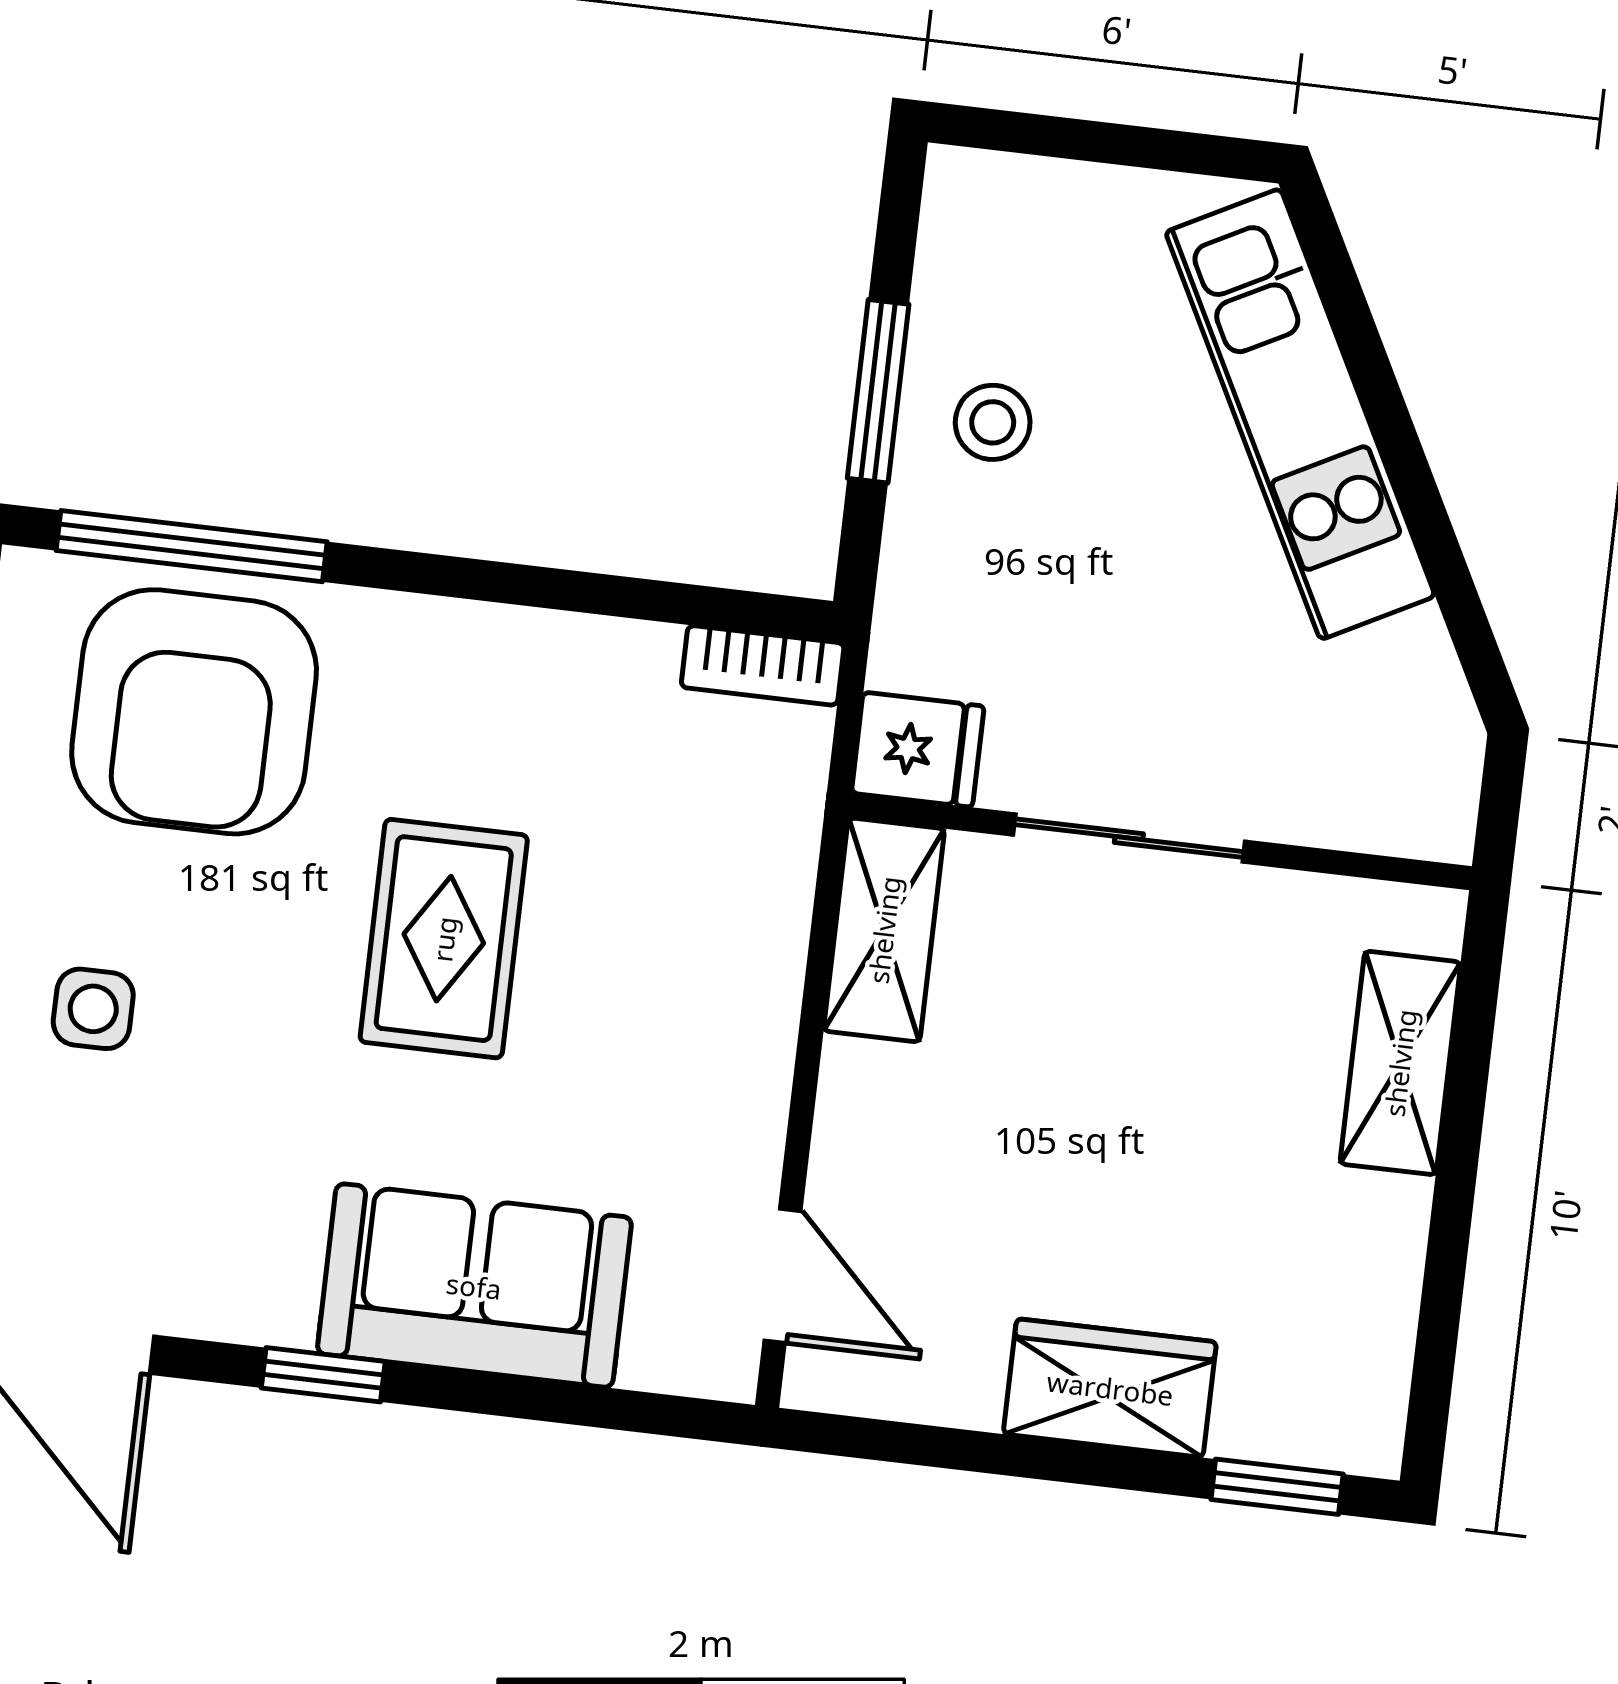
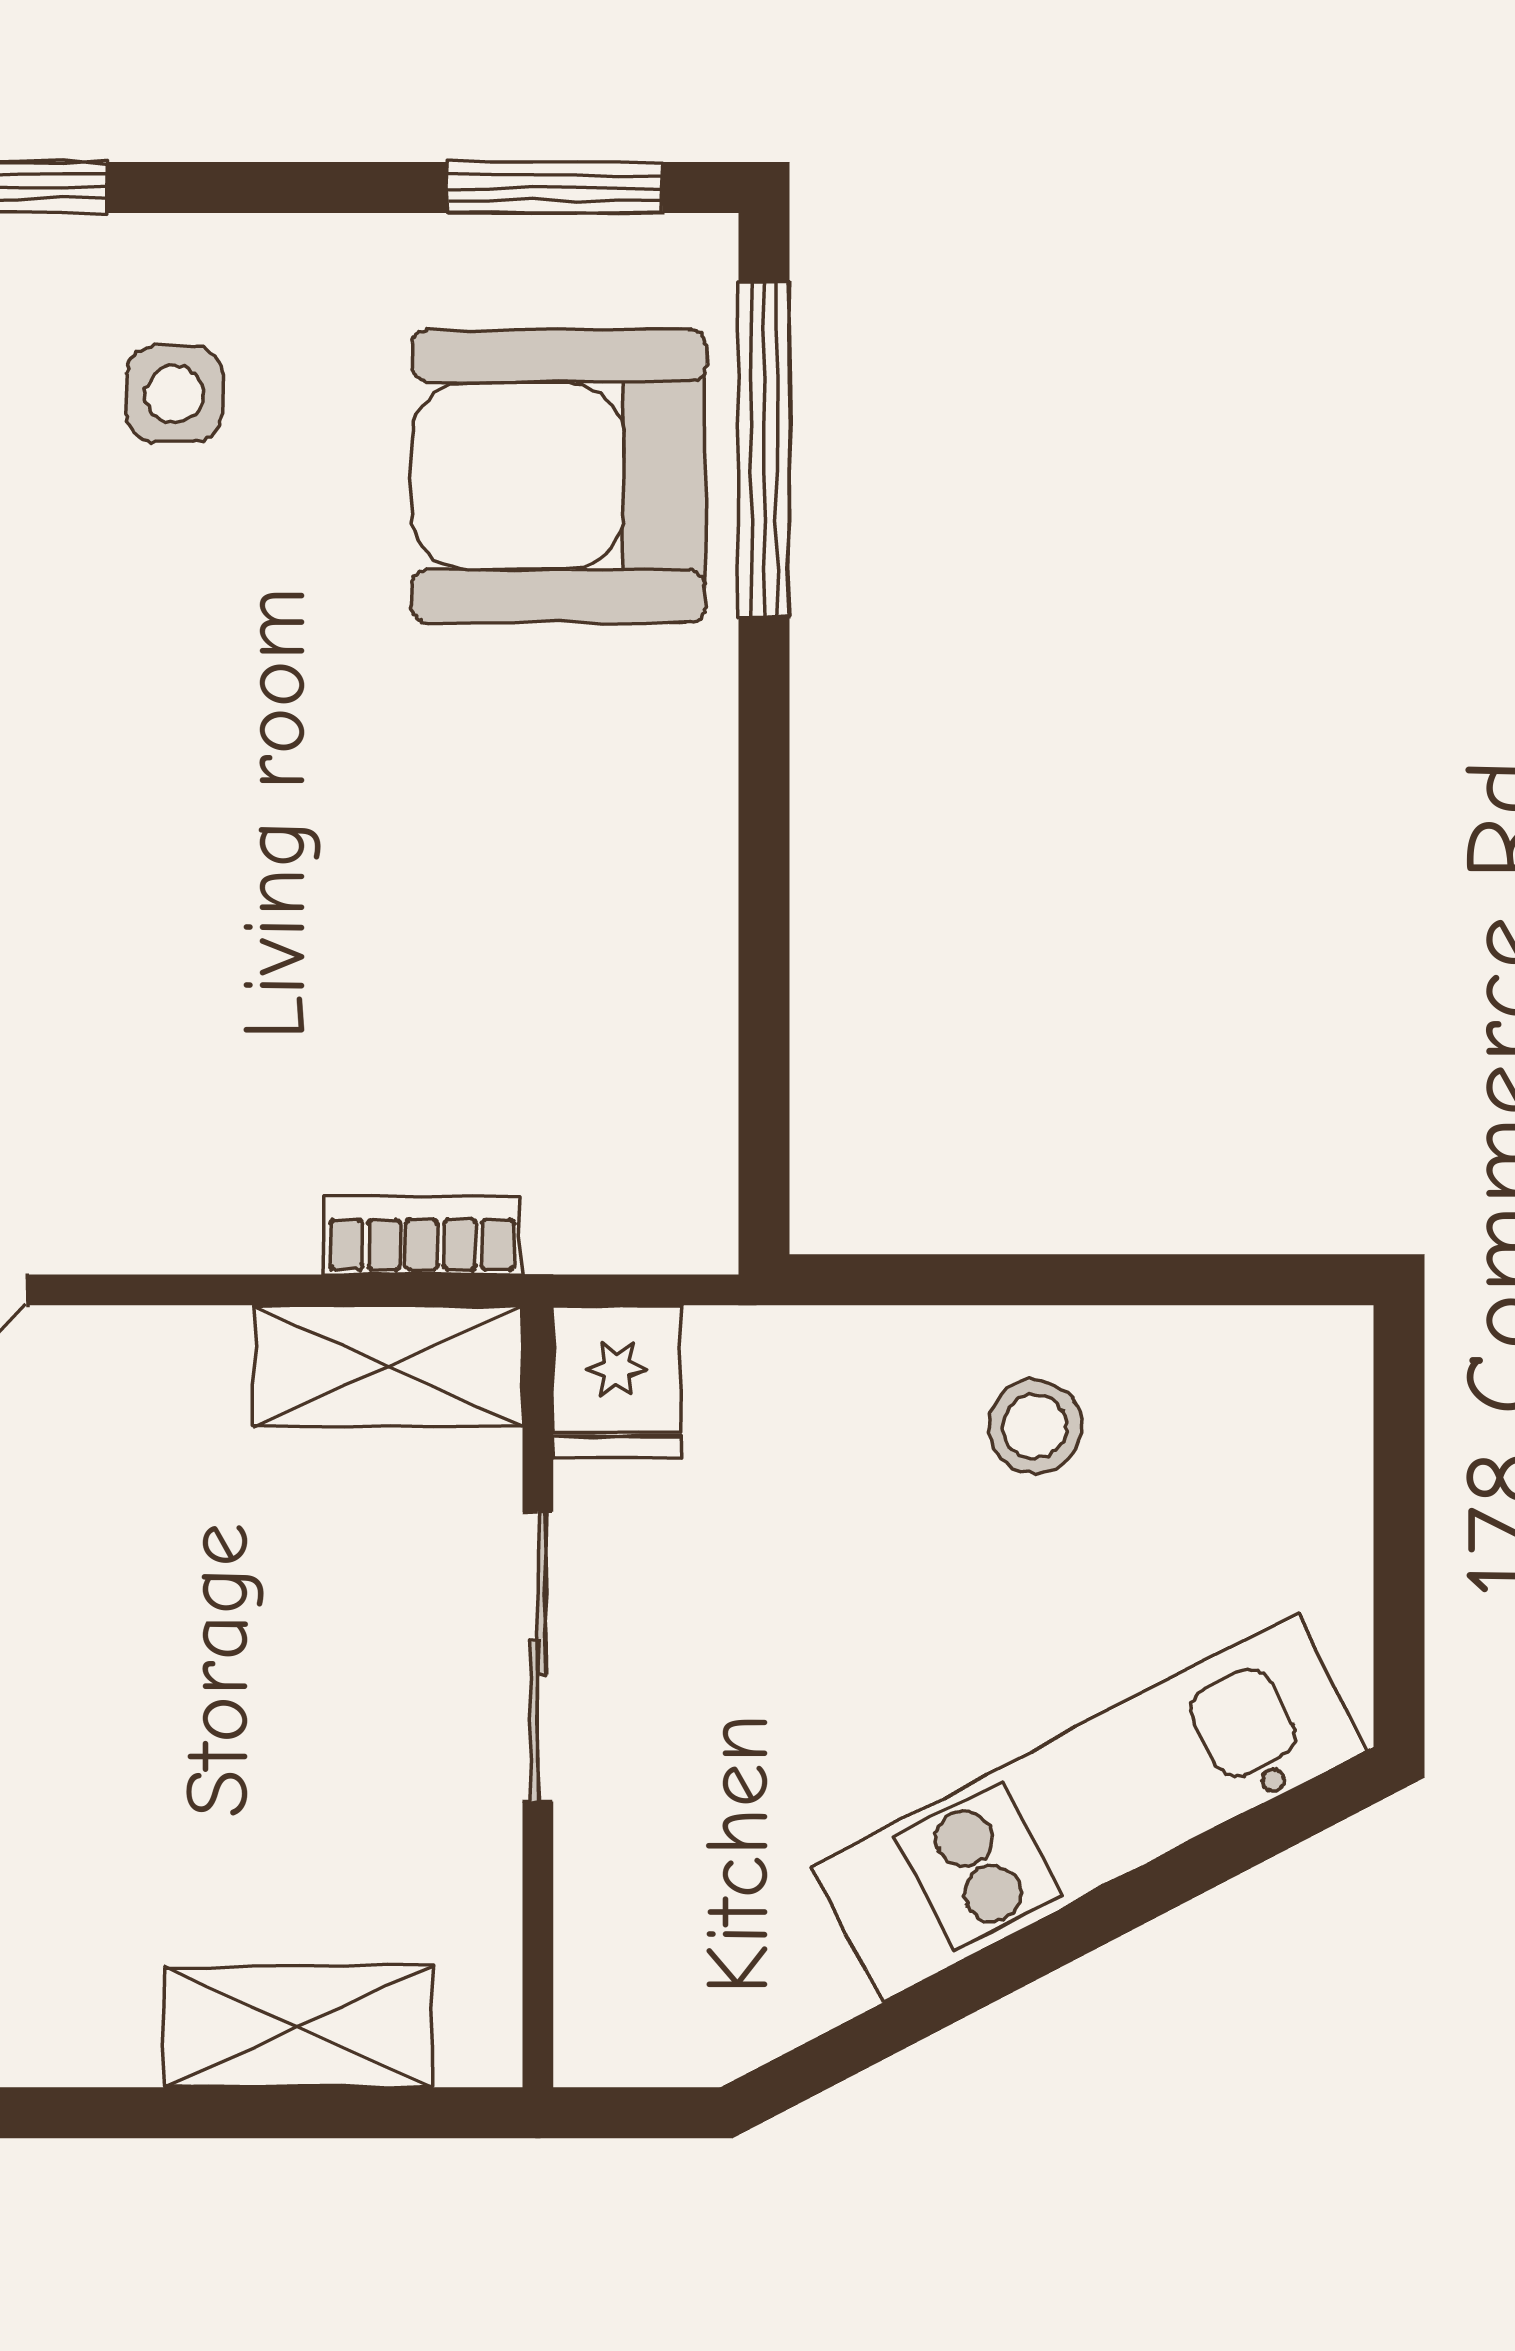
window: (878, 391) -> (1057, 1280), removed
bookcase: (763, 665) -> (422, 1235), moved, turned 90
rug: (444, 939) -> (313, 820), removed

